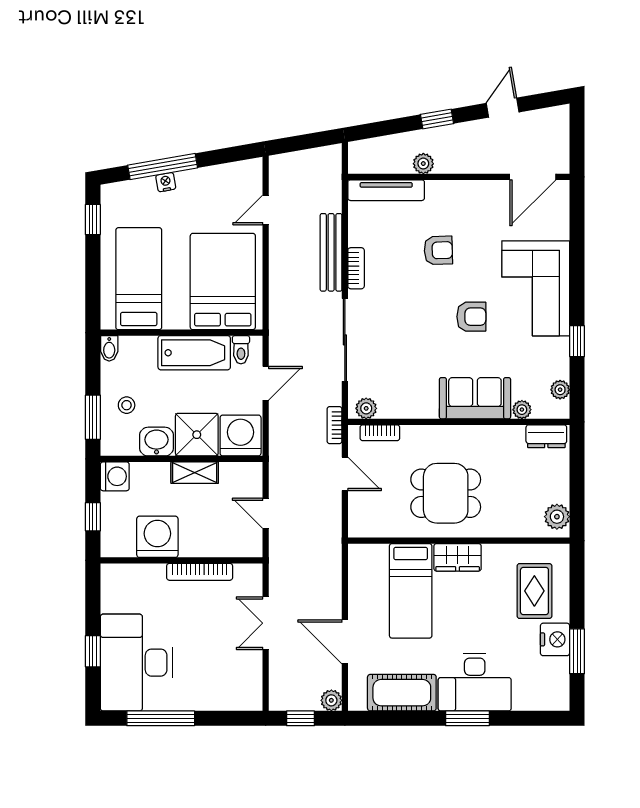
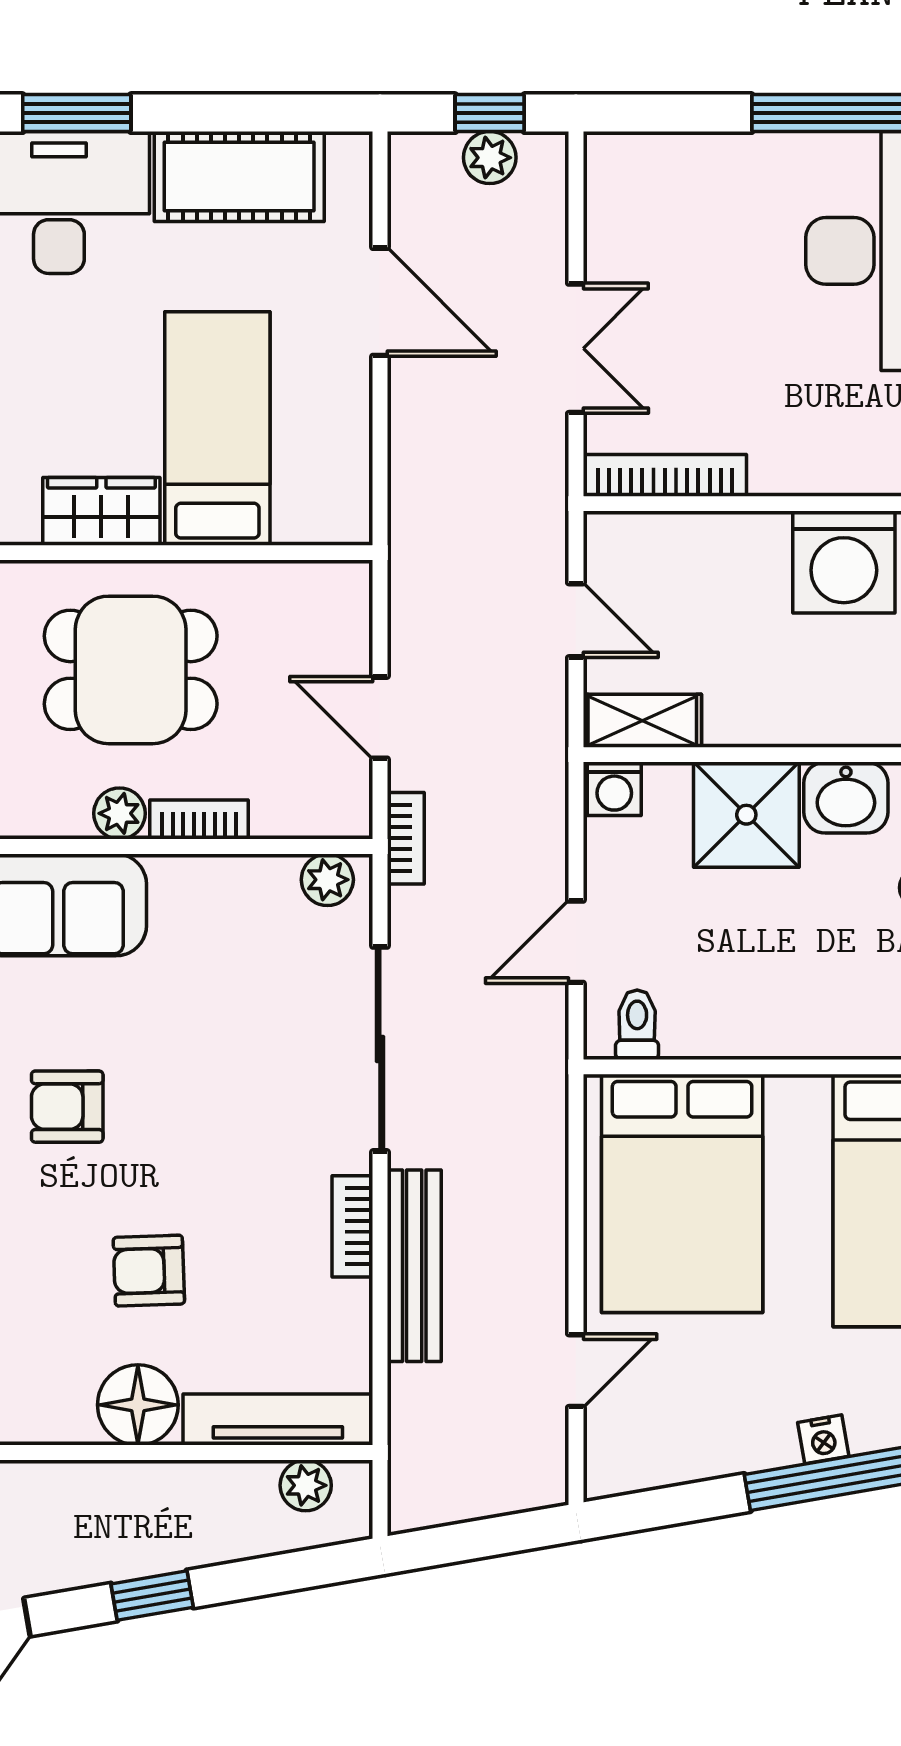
plant: (423, 164) -> (306, 1485), moved
floor lamp: (443, 196) -> (138, 1405), added
bathtub: (194, 353) -> (753, 1017), removed
bookcase: (380, 433) -> (199, 819), moved
plant: (450, 435) -> (119, 813), added
washing machine: (241, 436) -> (614, 789), width x0.53, depth x0.53
shelving: (195, 473) -> (642, 721), moved
bookcase: (200, 572) -> (665, 475), moved
plant: (331, 700) -> (490, 158), moved

